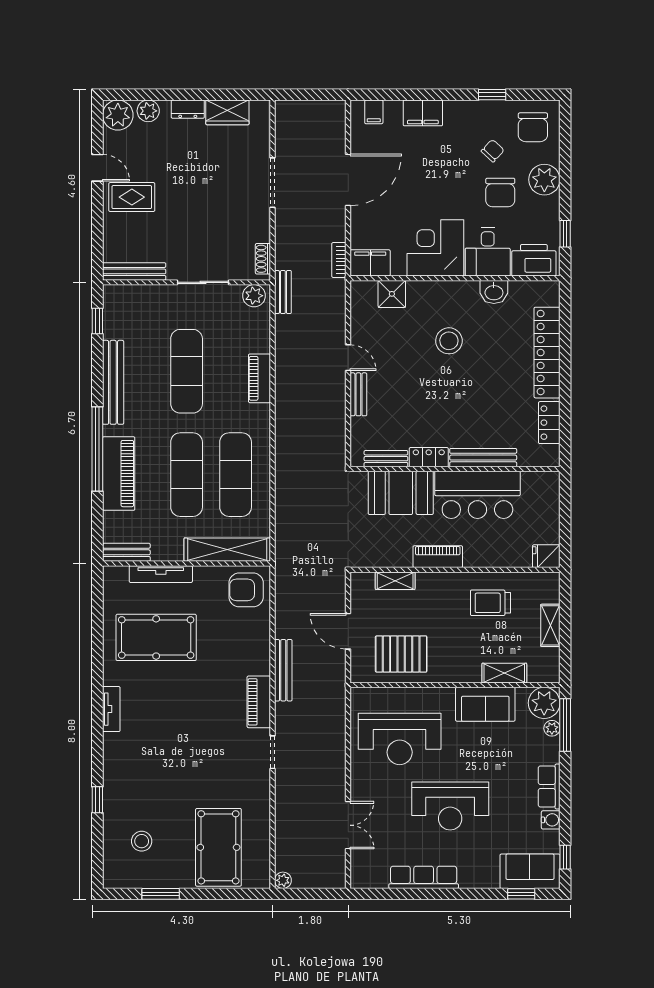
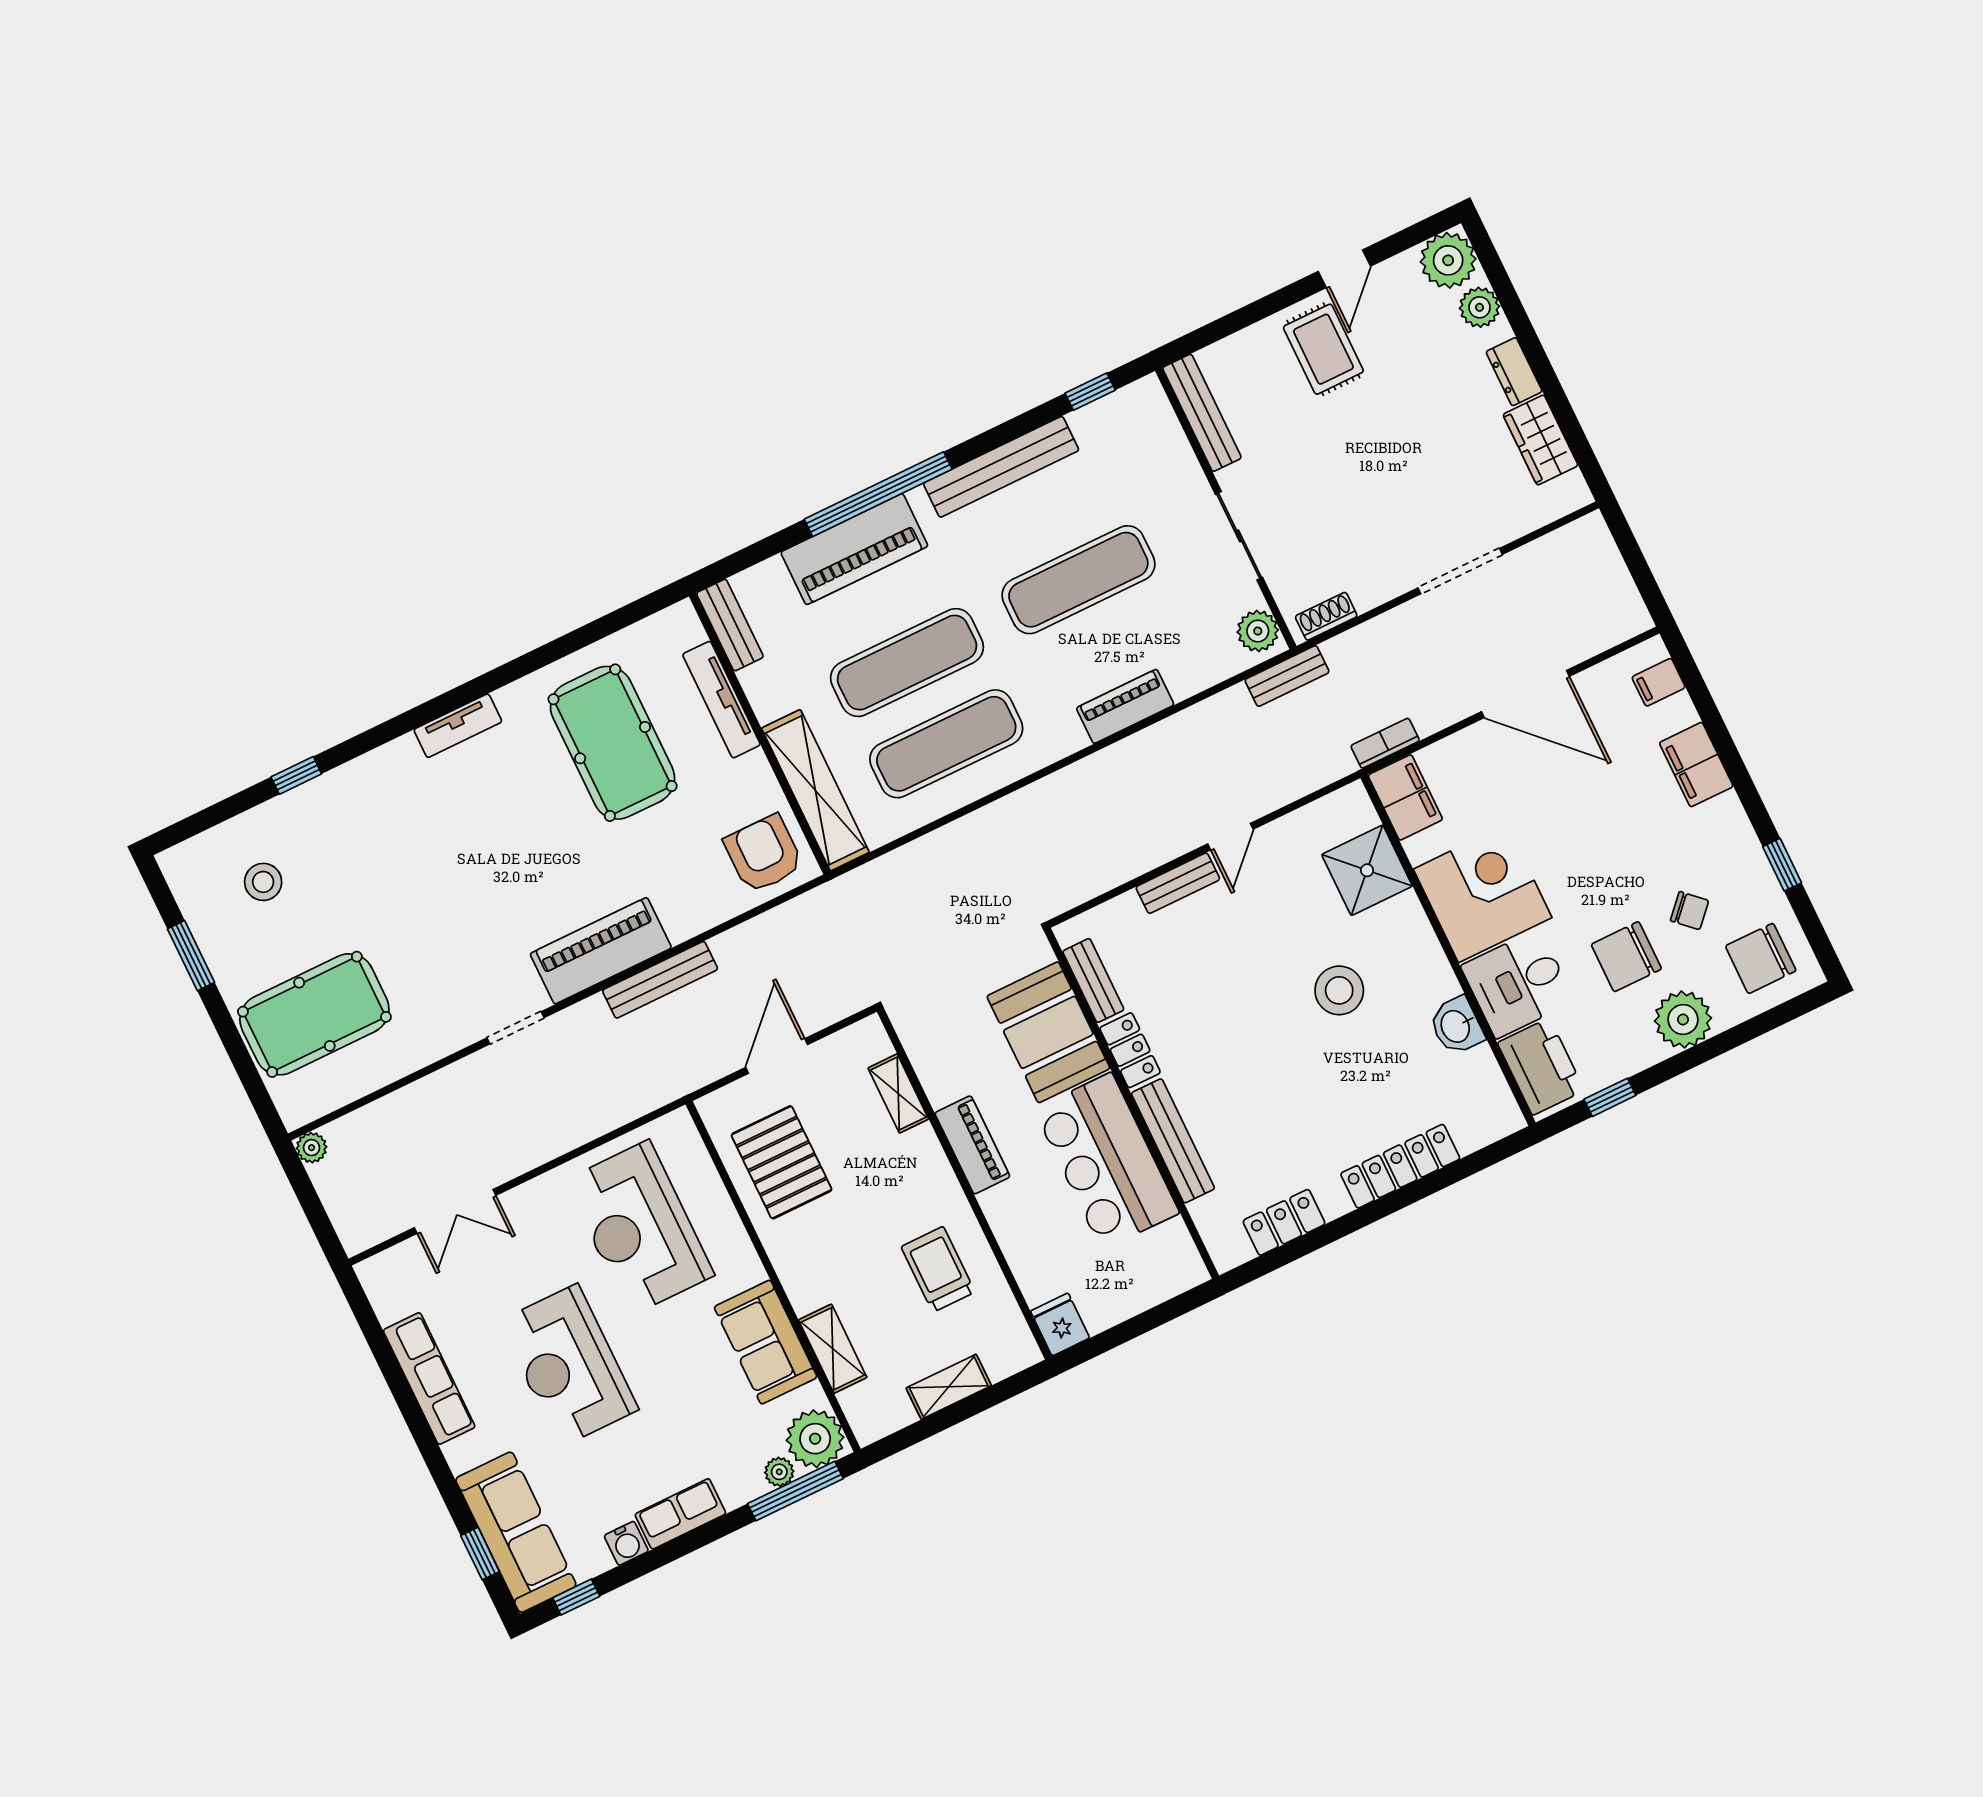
shower: (392, 294) -> (1367, 870), width x1.36, depth x1.36
locker: (547, 353) -> (1400, 1166), width x0.71, depth x0.83
piano: (259, 702) -> (601, 951), width x1.37, depth x1.33
sofa: (530, 871) -> (516, 1532), width x1.36

